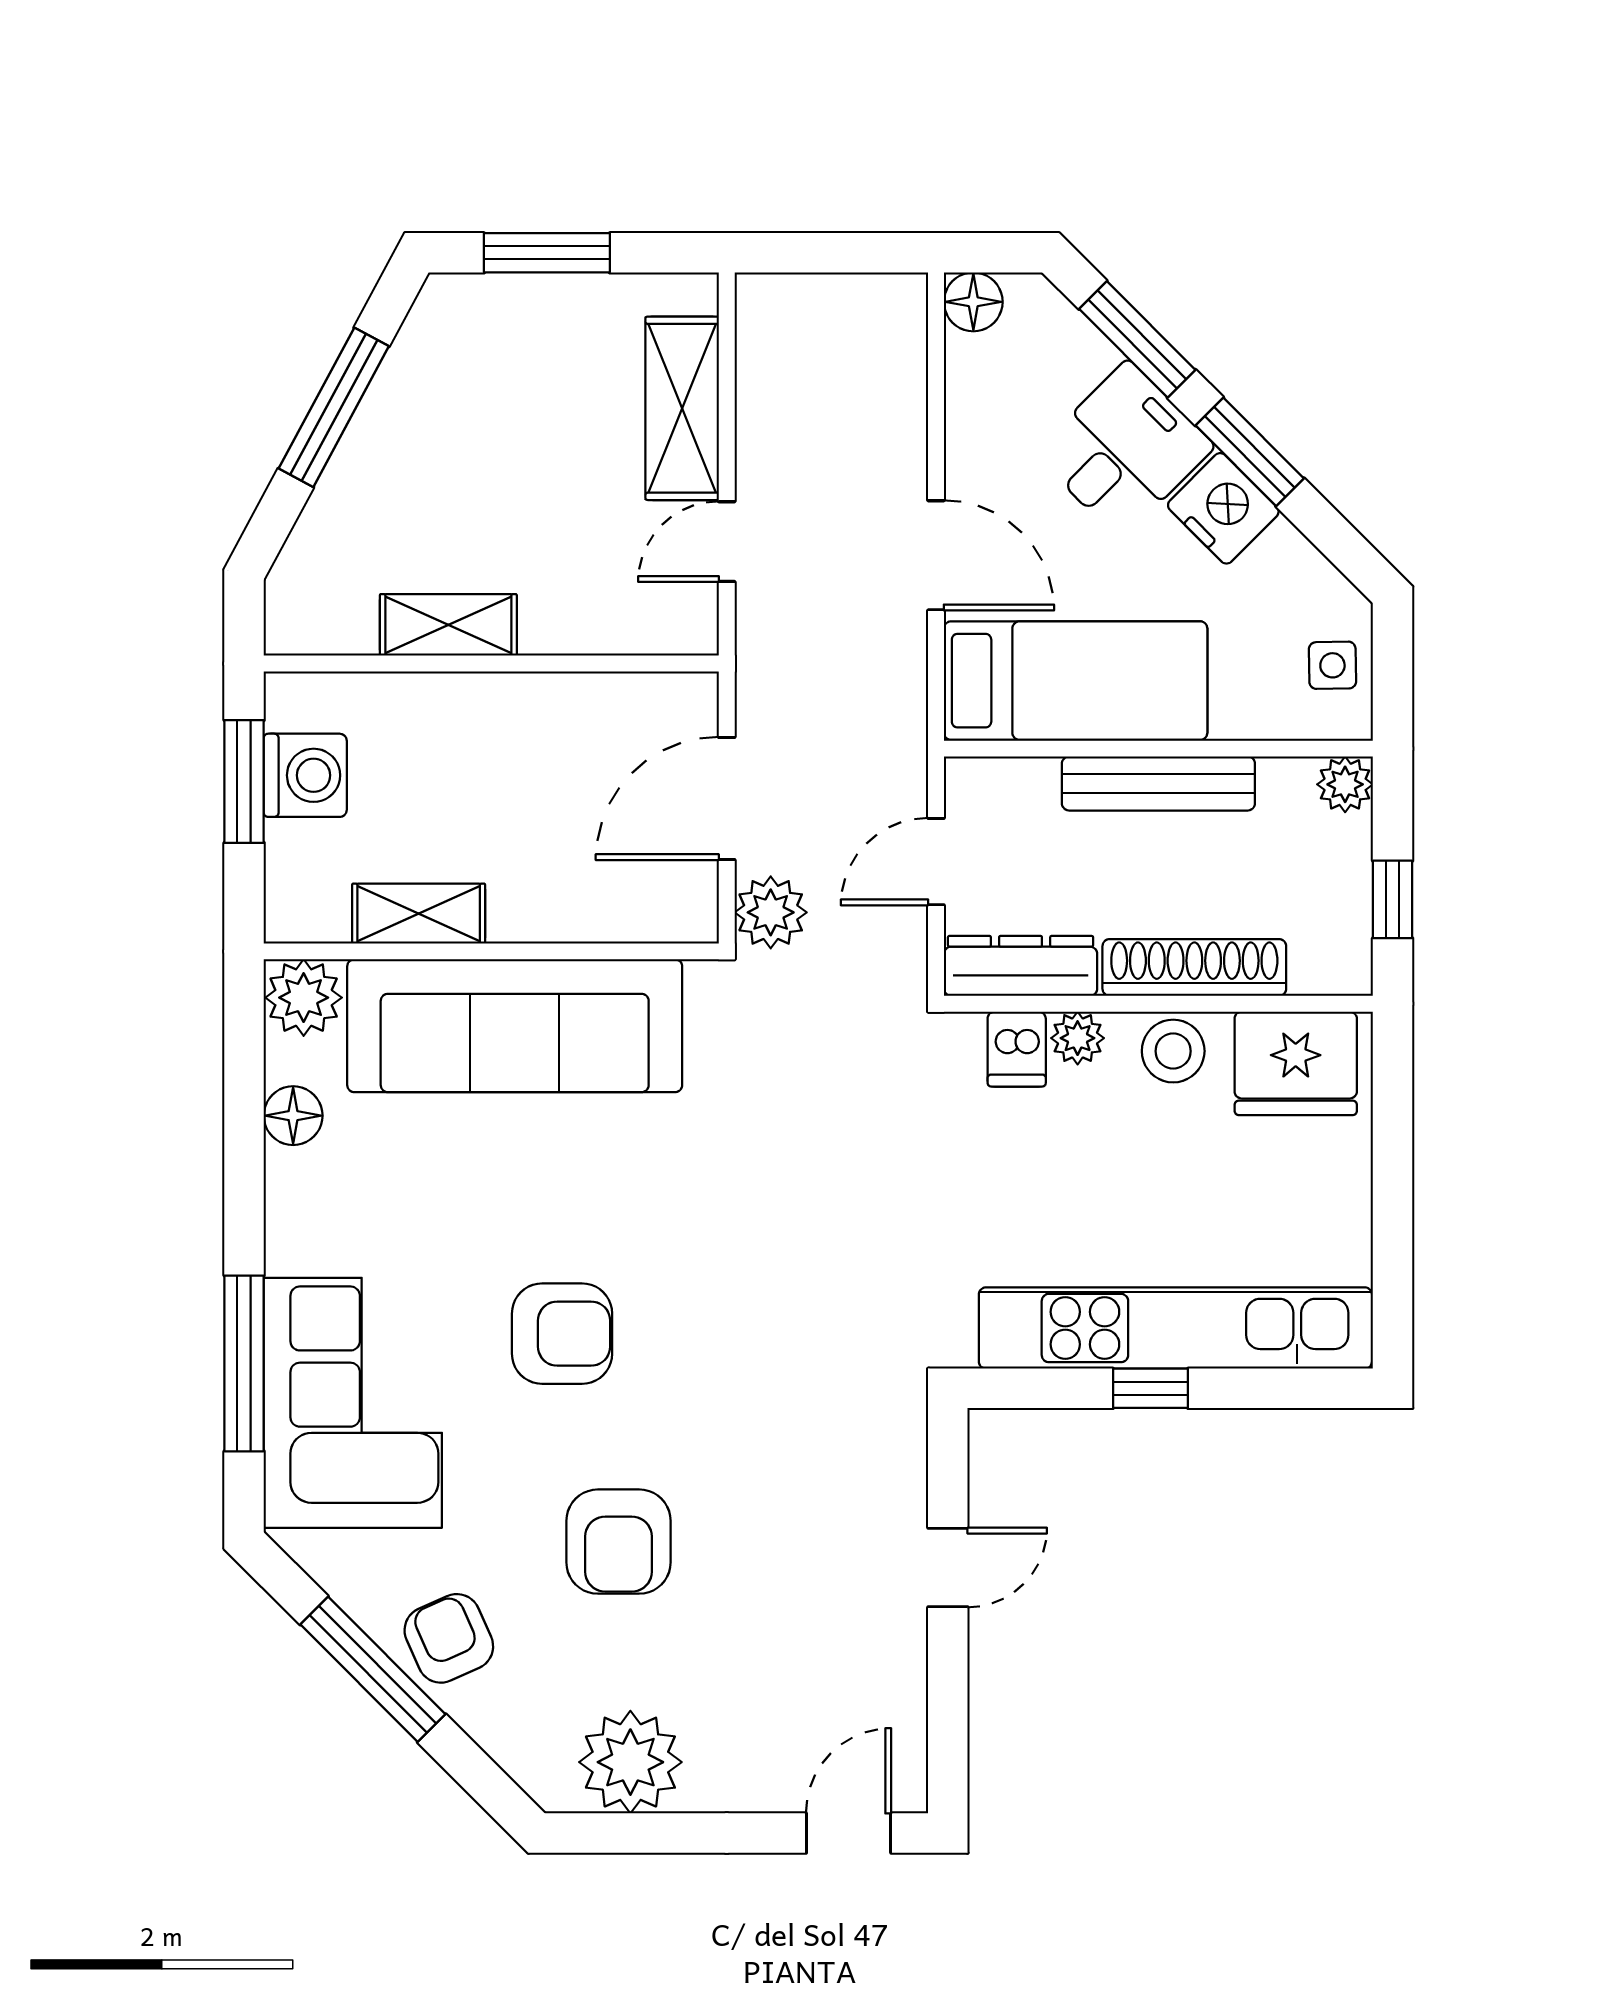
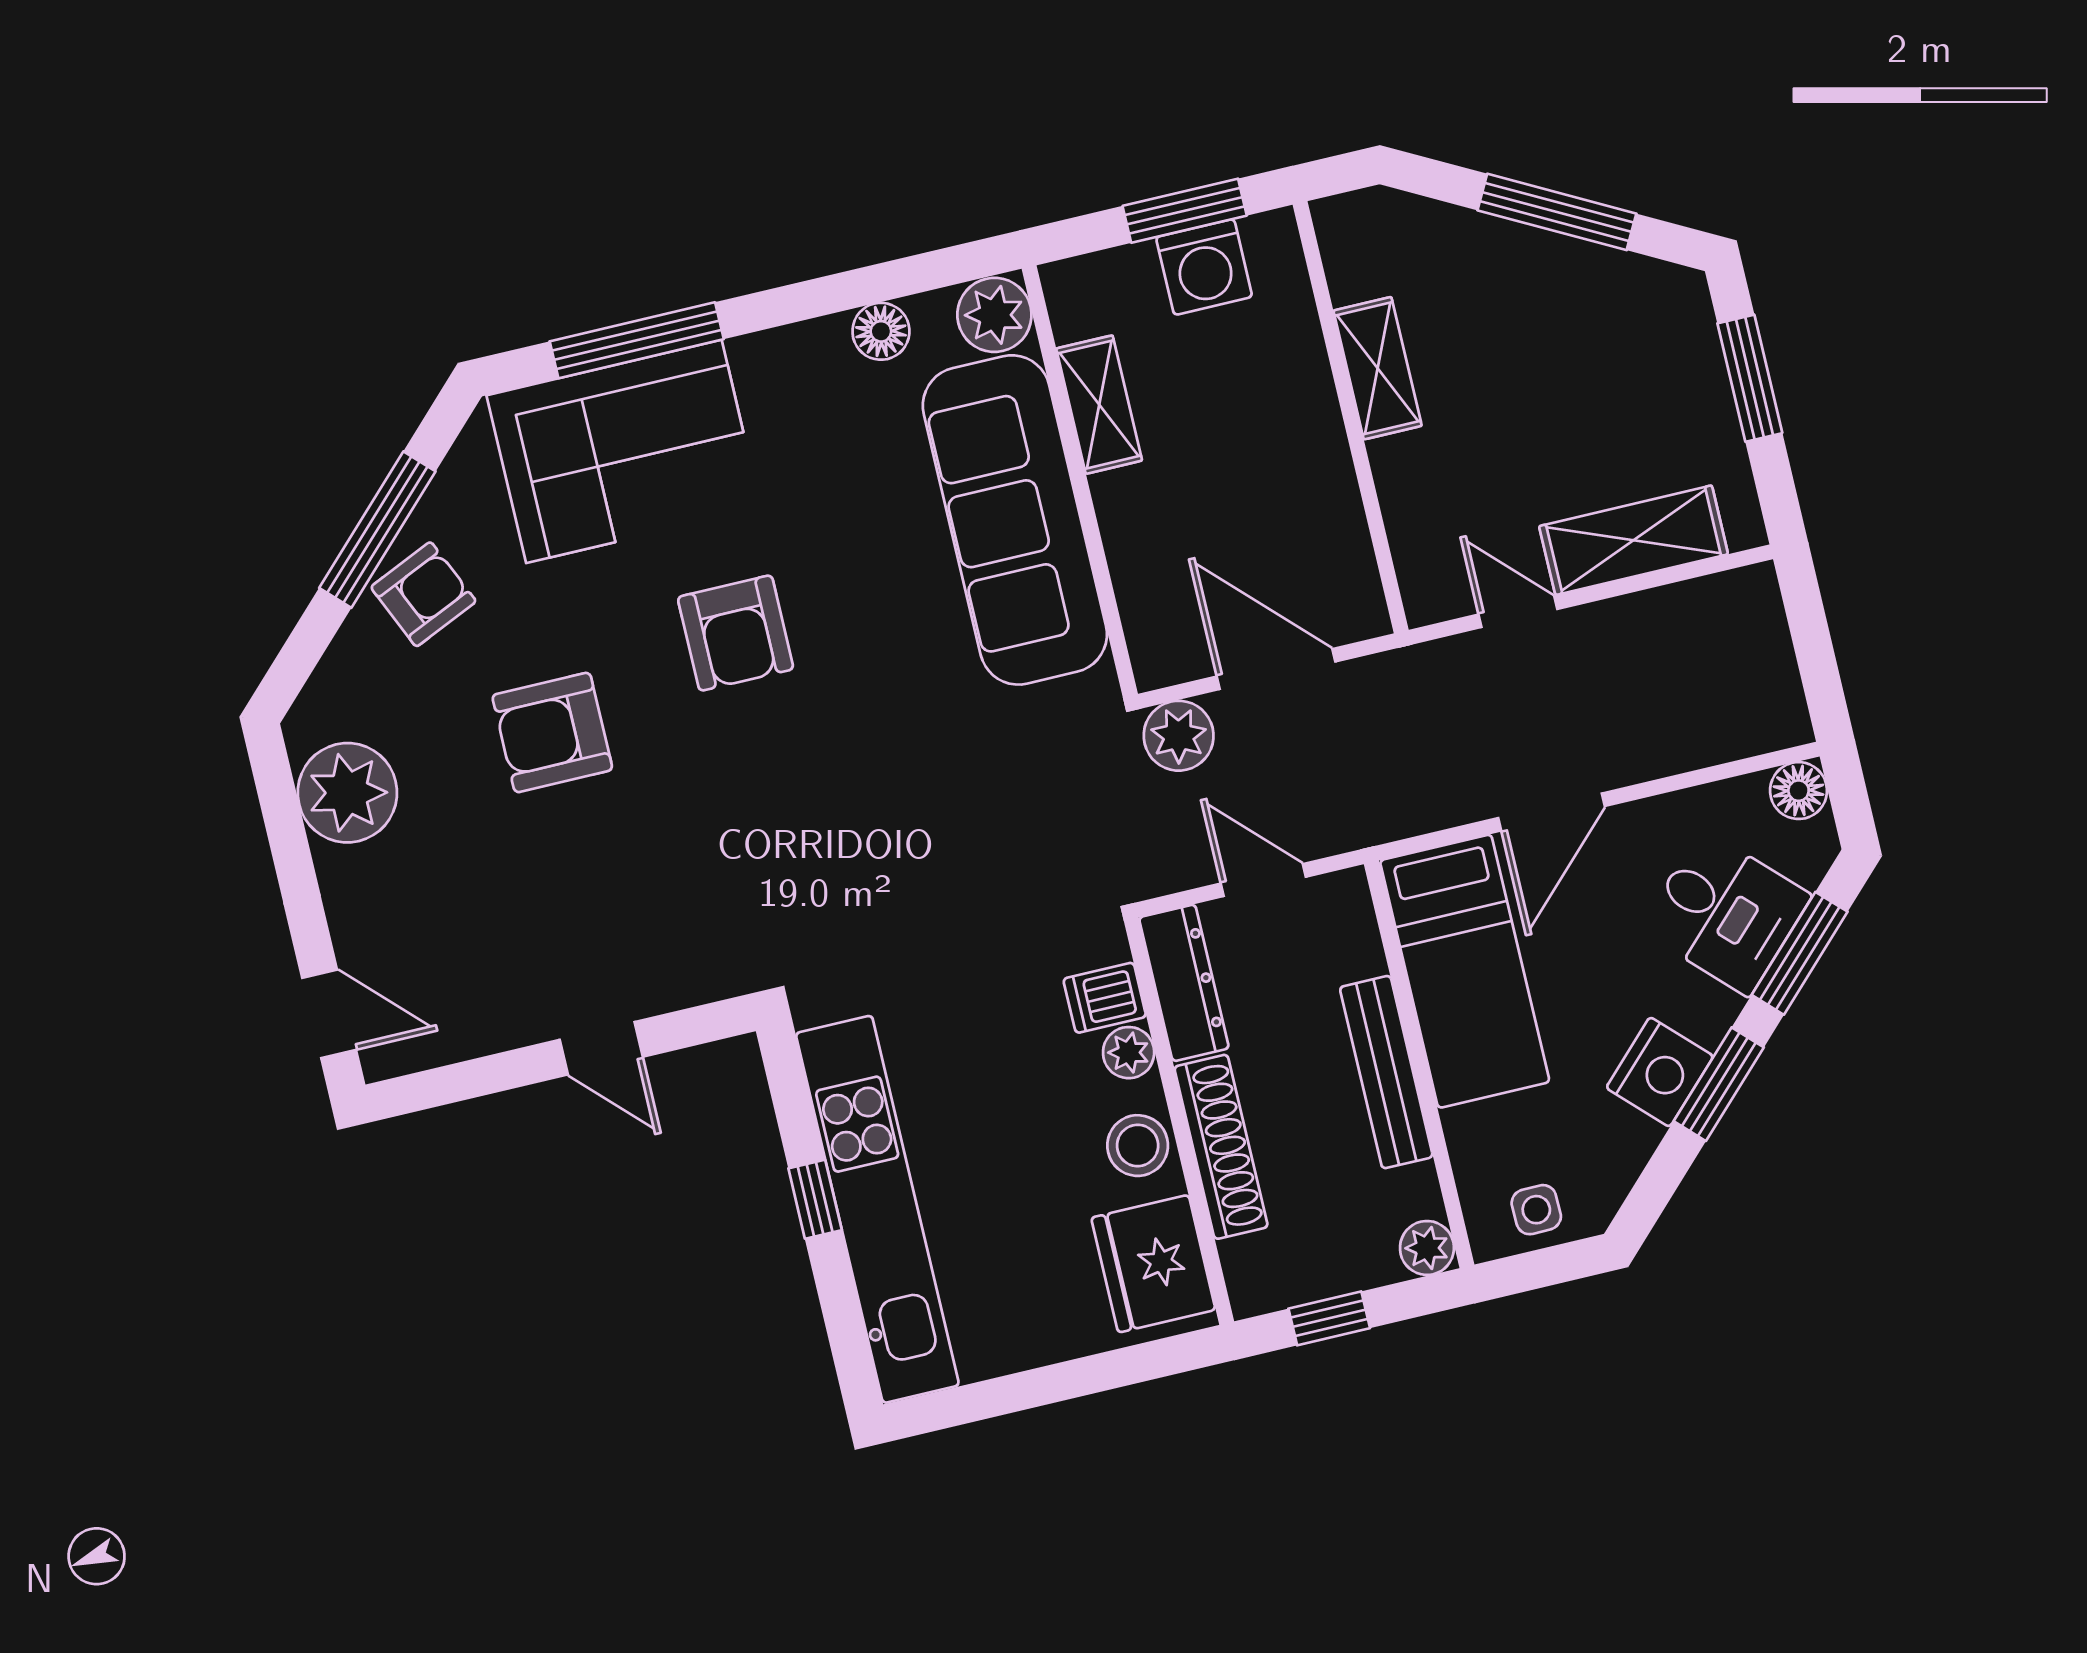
desk: (1124, 450) -> (1725, 913), moved

